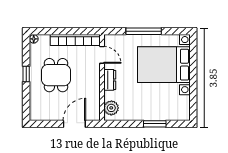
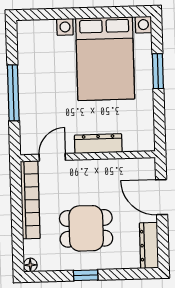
bed with nightstands: (164, 65) -> (105, 59), moved
dresser: (110, 80) -> (98, 144), width x1.44
plant: (111, 108) -> (135, 140), removed
dresser: (44, 115) -> (149, 245), added

